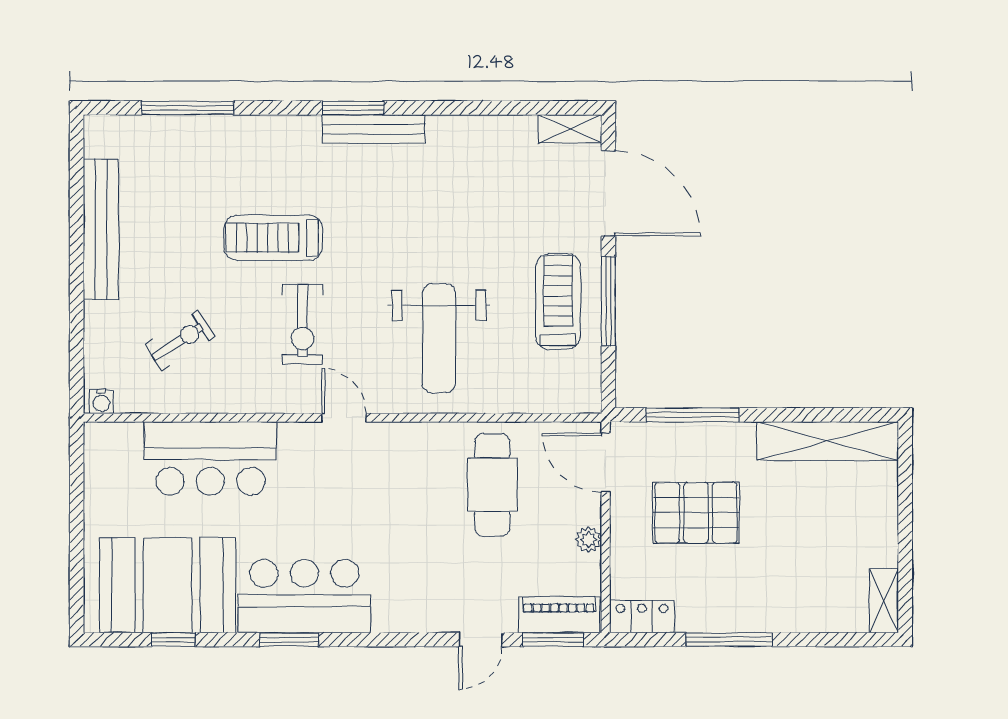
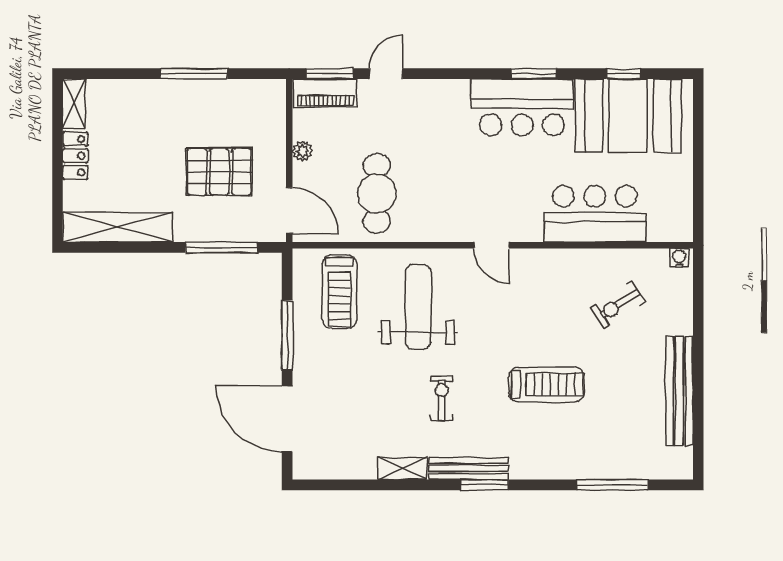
shelving: (570, 129) -> (402, 469), moved
treadmill: (558, 302) -> (339, 292), moved
exercise bike: (303, 324) -> (442, 398), moved, width x0.73, depth x0.72
locker: (642, 617) -> (75, 156), moved, turned -90

